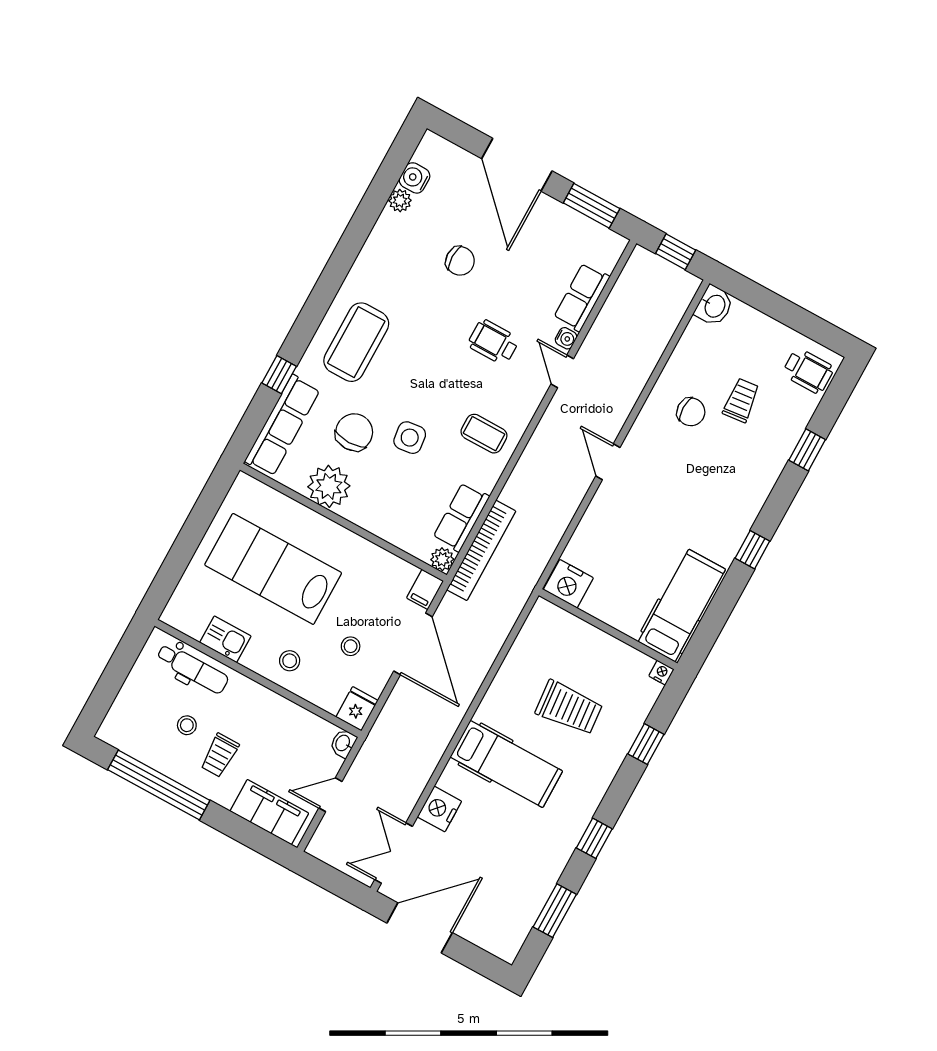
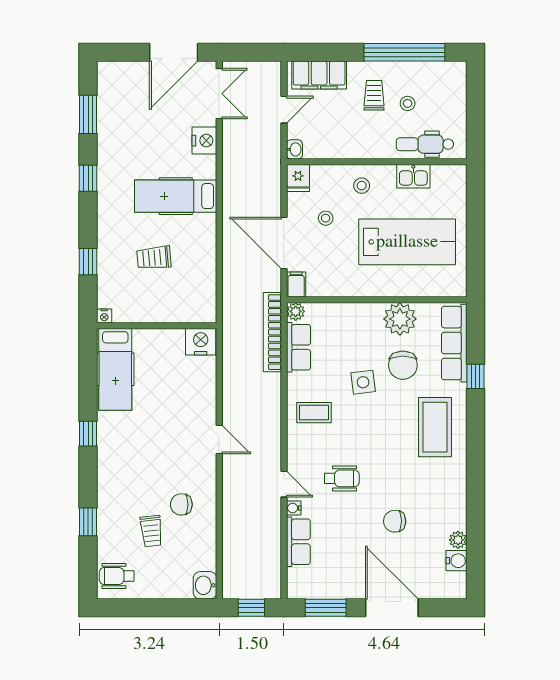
trolley: (569, 708) -> (154, 258), width x0.73, depth x0.72

